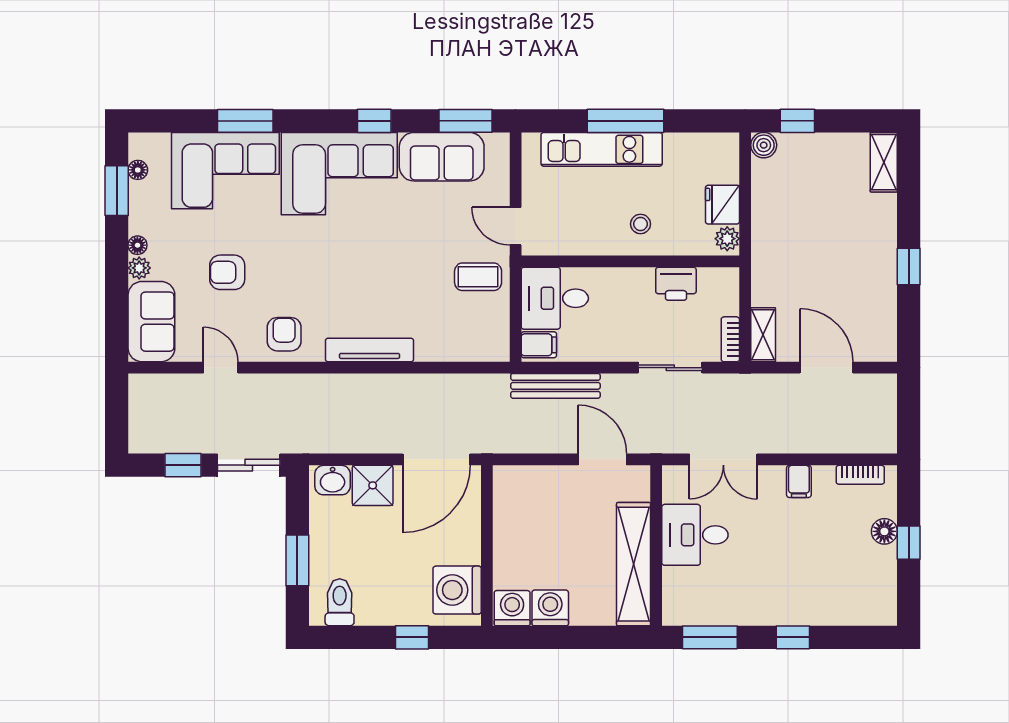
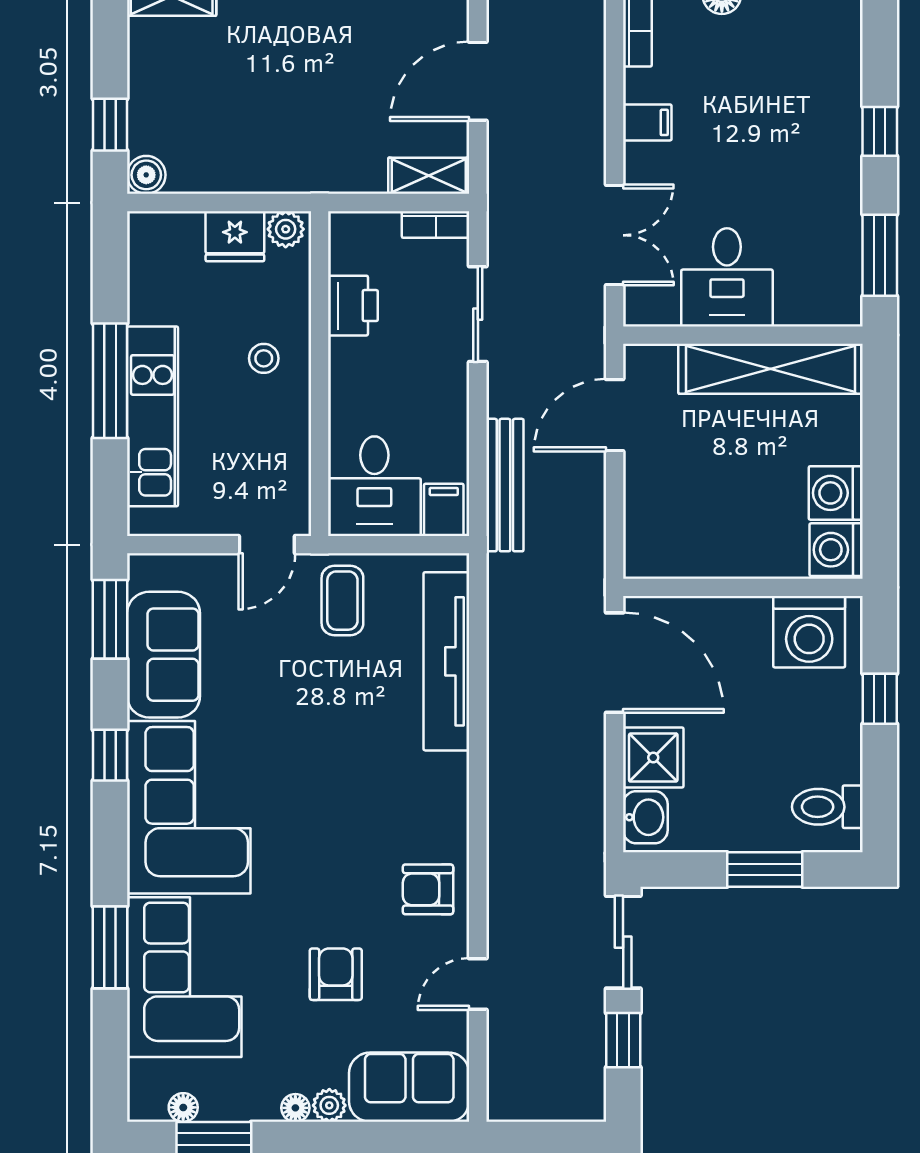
armchair: (227, 272) -> (336, 974), turned 180
tv unit: (370, 350) -> (446, 661), moved, width x1.36, depth x1.29

